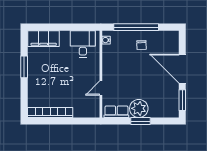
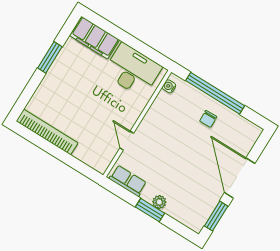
desk: (83, 44) -> (132, 70), width x1.37
door: (101, 88) -> (127, 141), hinge flipped
plant: (139, 108) -> (159, 202), width x0.53, depth x0.53

